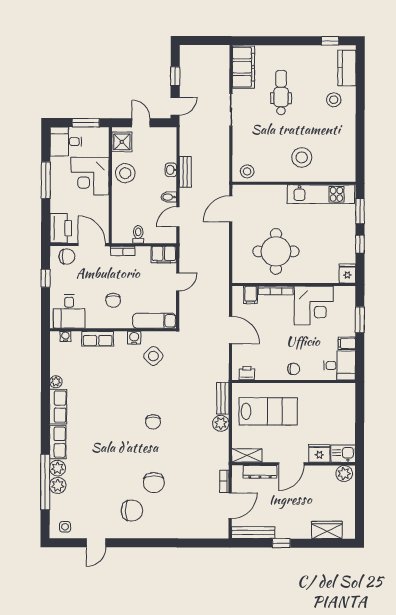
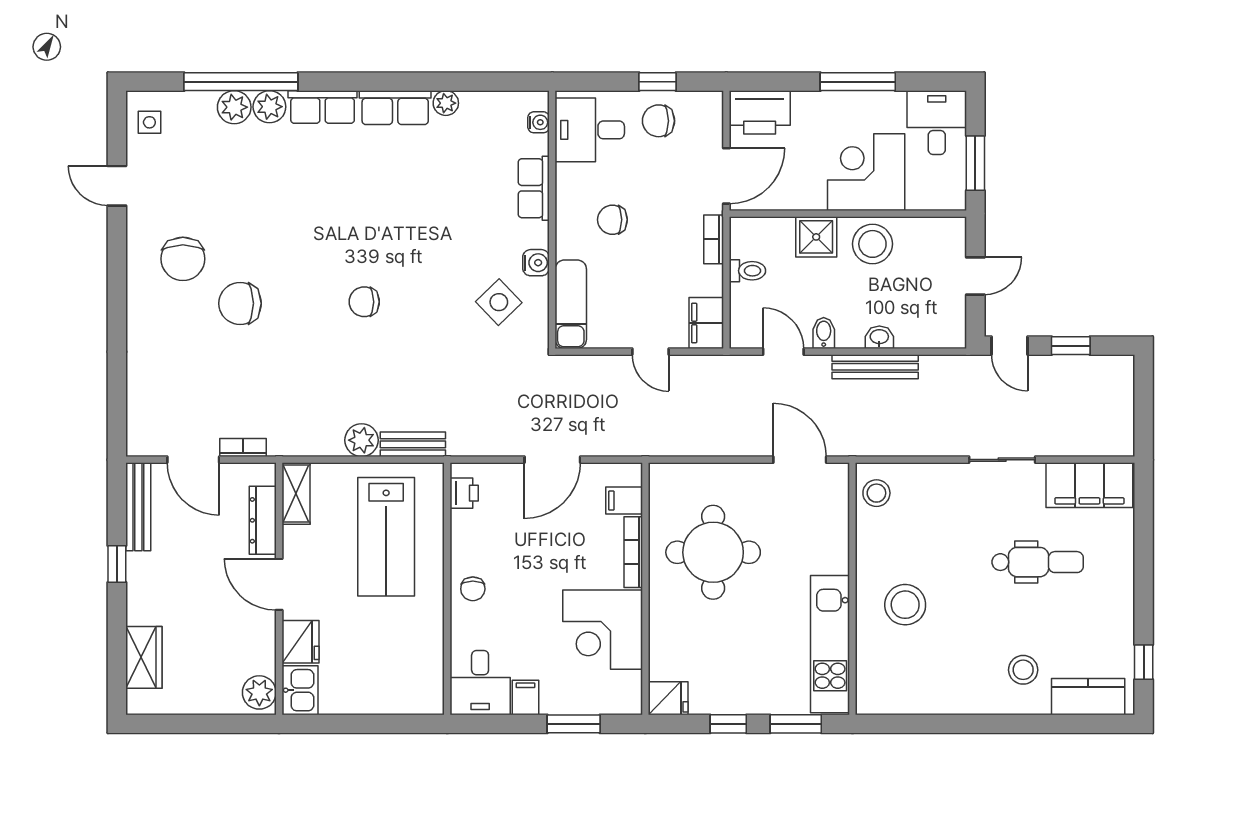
shower: (122, 142) -> (816, 237), moved
bench: (185, 172) -> (875, 367), width x1.36
chair: (67, 257) -> (659, 121), moved, turned 92

